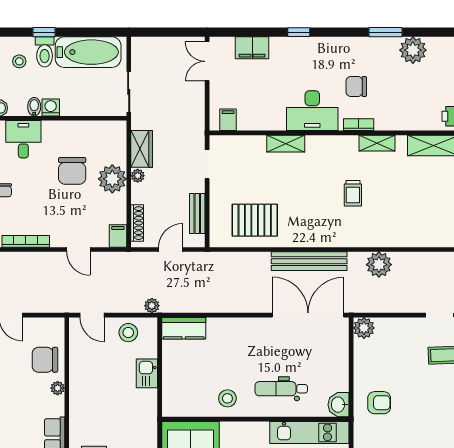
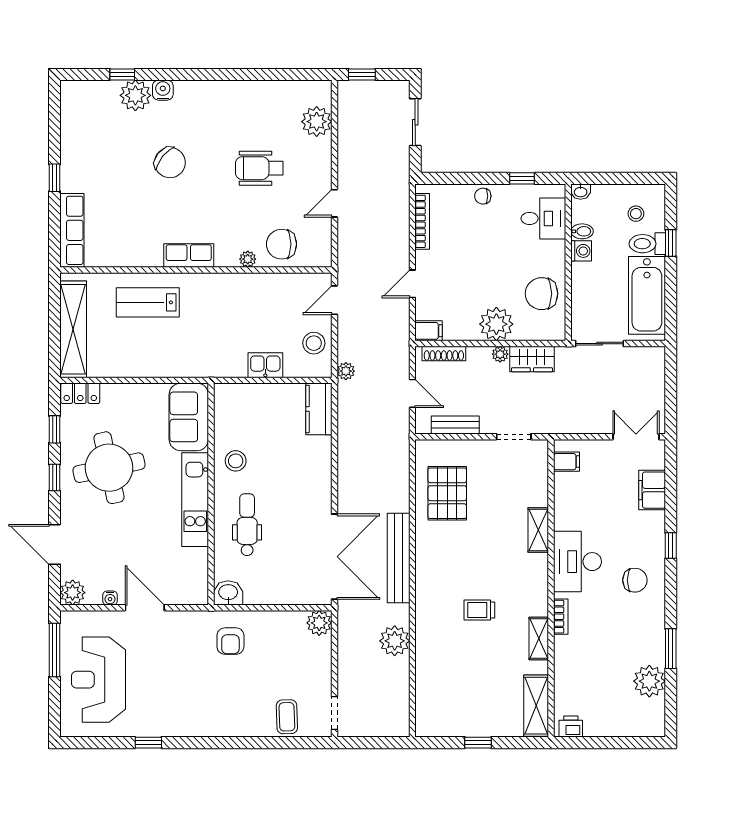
chair: (356, 87) -> (635, 580), moved, turned 90
chair: (72, 171) -> (542, 294), moved
chair: (45, 360) -> (281, 244), turned -90
kitchen unit: (309, 432) -> (195, 500), moved

